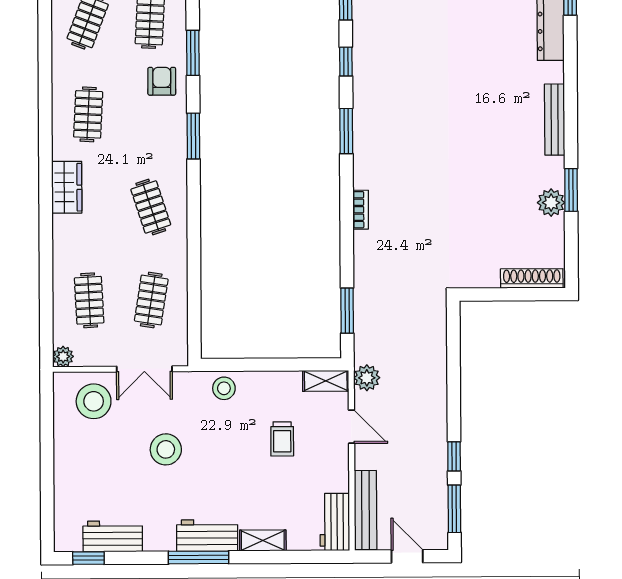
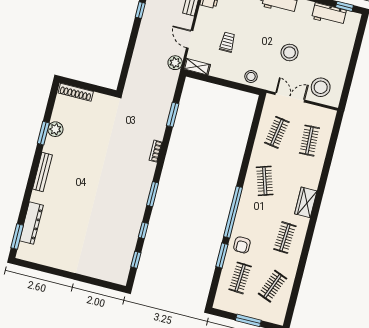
window: (193, 136) -> (233, 212), width x2.11
window: (347, 311) -> (173, 115), moved
plant: (63, 357) -> (331, 115), removed

